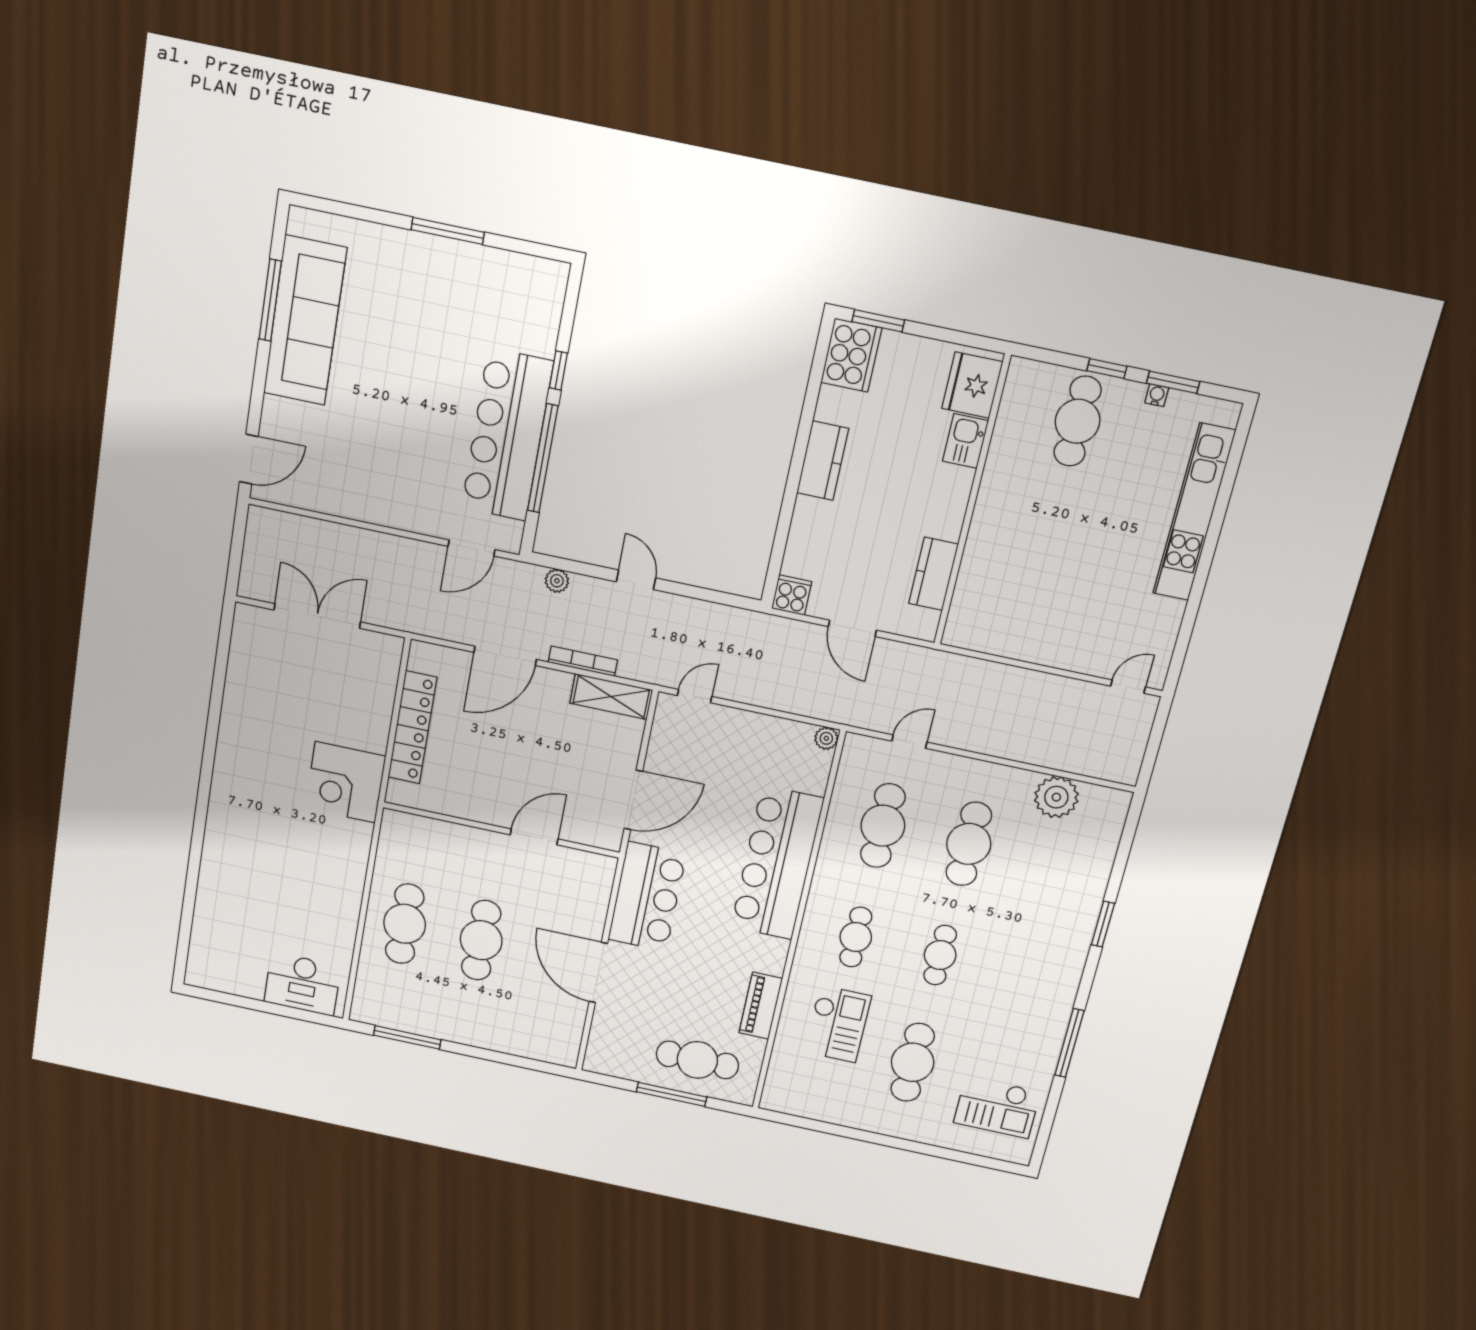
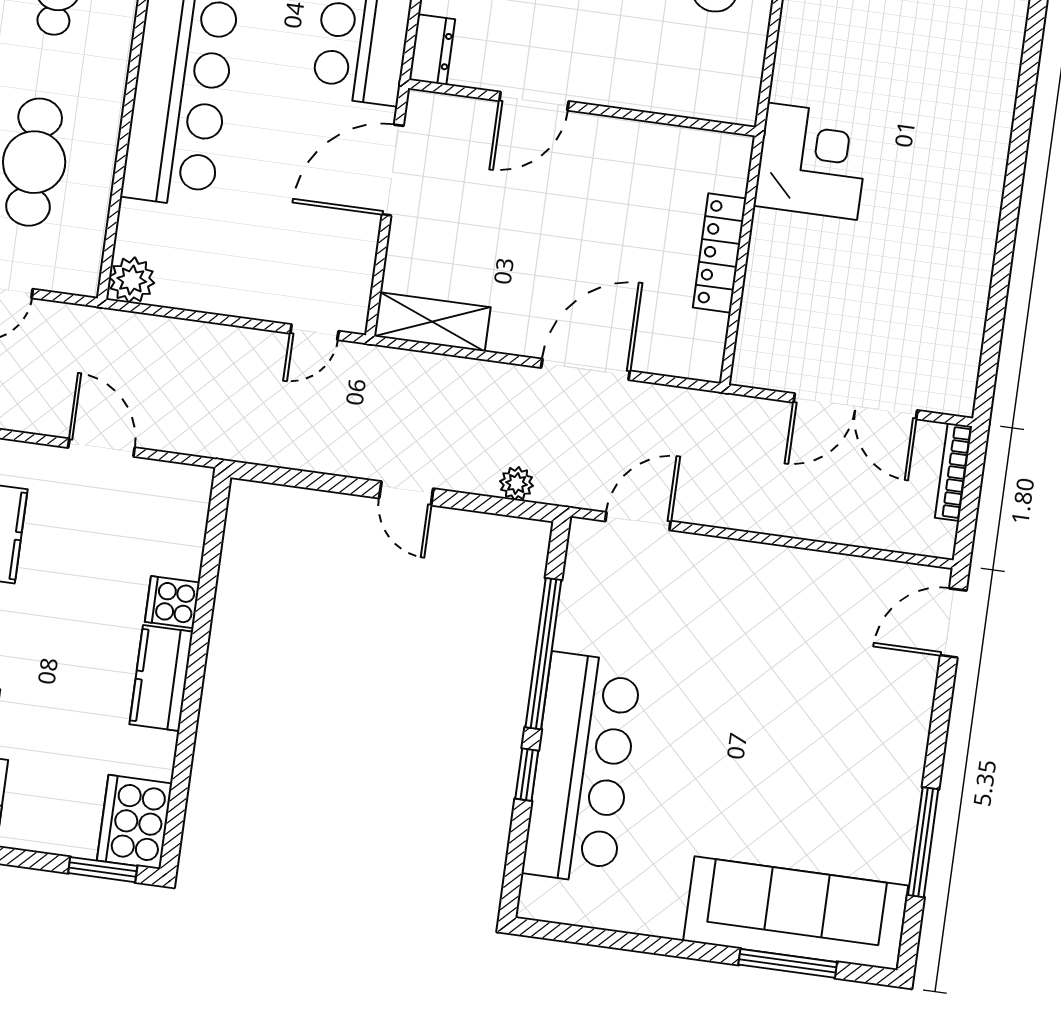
window: (448, 231) -> (788, 963), moved
sofa: (305, 321) -> (796, 913), moved, turned 90
bar counter: (507, 435) -> (582, 768), moved
cooker: (792, 595) -> (172, 602), moved, turned 90
bookcase: (583, 661) -> (954, 472), moved, turned 90
locker: (412, 727) -> (720, 253), width x0.71, depth x0.83
plant: (826, 738) -> (132, 280), width x1.38, depth x1.38
dresser: (602, 876) -> (432, 50), added

